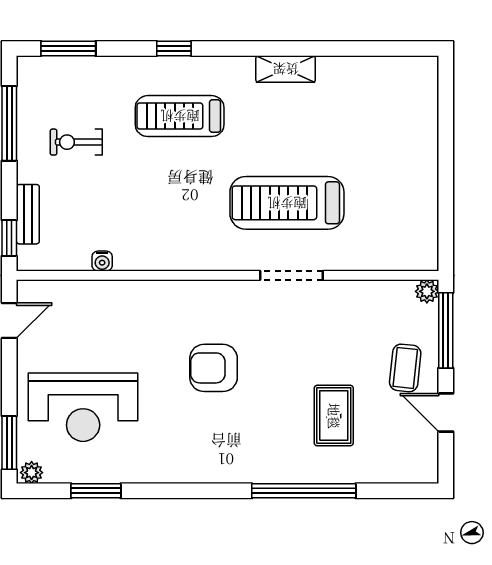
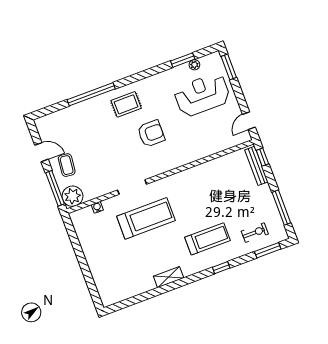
exercise bike: (76, 142) -> (255, 233), moved
bench: (28, 214) -> (256, 166), width x1.36
water cooler: (102, 261) -> (97, 207), moved
plant: (427, 291) -> (73, 196), width x1.87, depth x1.87
rug: (334, 416) -> (126, 104), moved, turned 90
plant: (32, 473) -> (194, 65), moved

